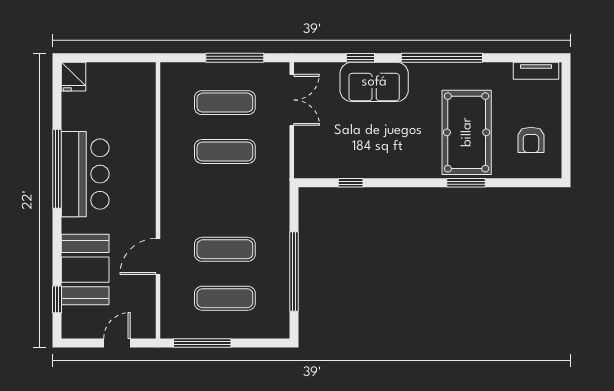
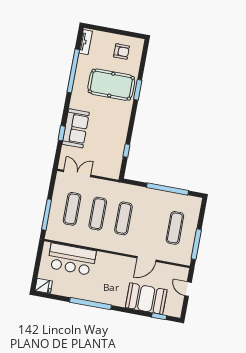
window: (235, 58) -> (47, 215), moved
window: (442, 58) -> (73, 71), moved
bar counter: (85, 174) -> (72, 259), moved, turned 180
exercise mat: (225, 249) -> (123, 218), moved
door: (158, 257) -> (146, 259), hinge flipped

